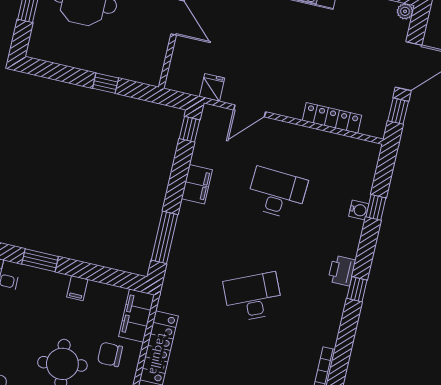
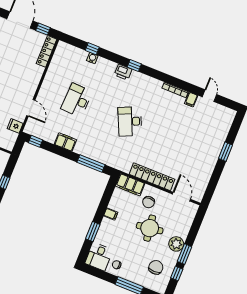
locker: (332, 118) -> (47, 51), moved

